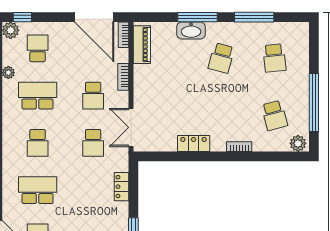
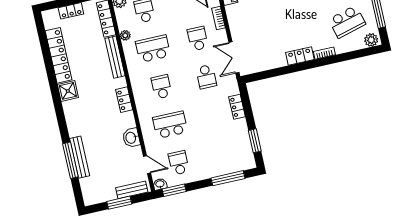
school desk: (93, 96) -> (198, 39), turned 180
school desk: (274, 115) -> (347, 22), width x1.85
school desk: (38, 143) -> (162, 87), turned 180
locker: (194, 144) -> (300, 56), moved

